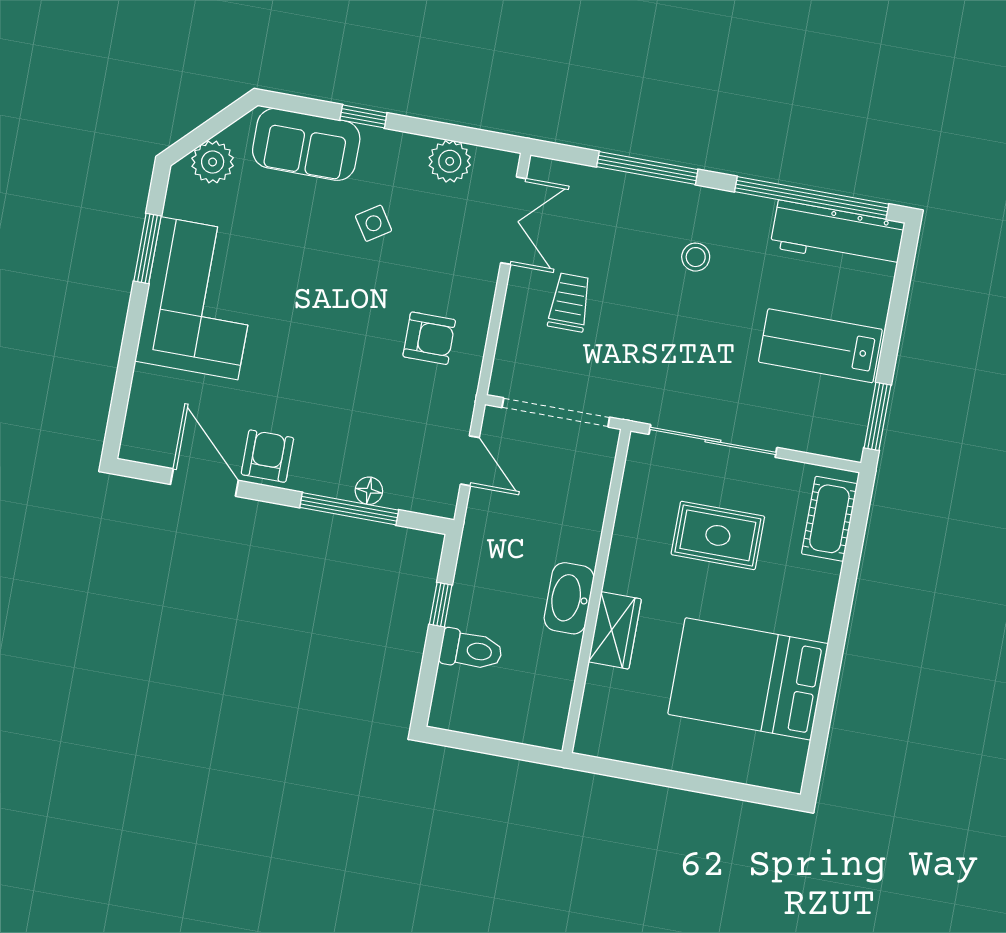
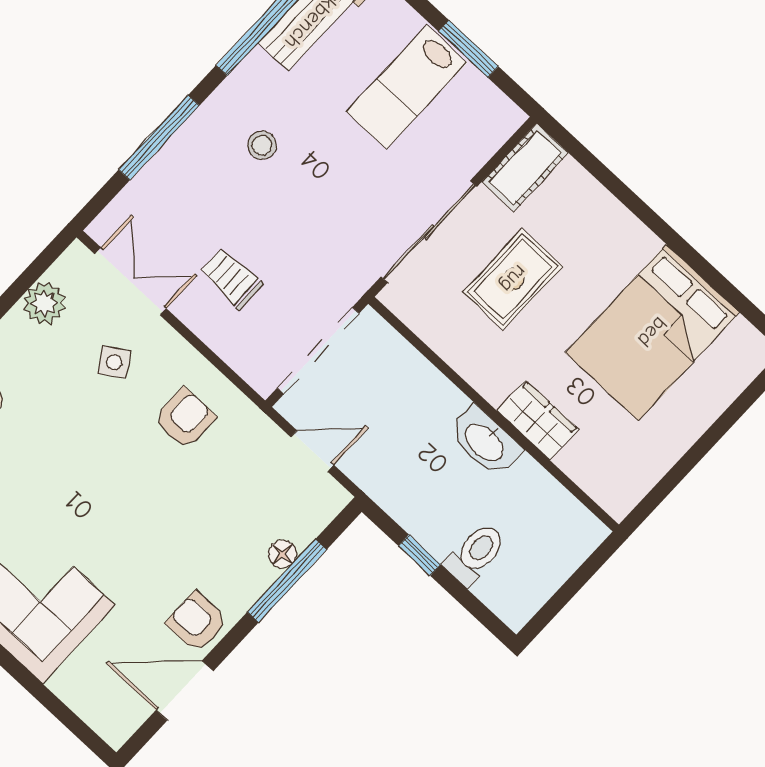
side table: (374, 223) -> (114, 362), moved
window: (877, 416) -> (468, 49), moved
cot: (829, 519) -> (525, 167), moved, turned 90

